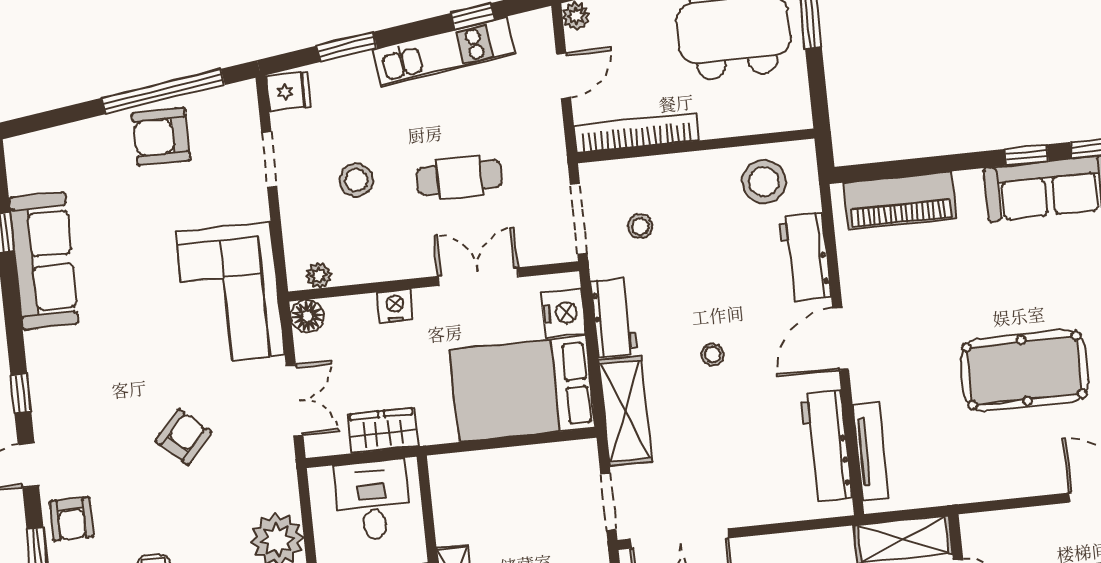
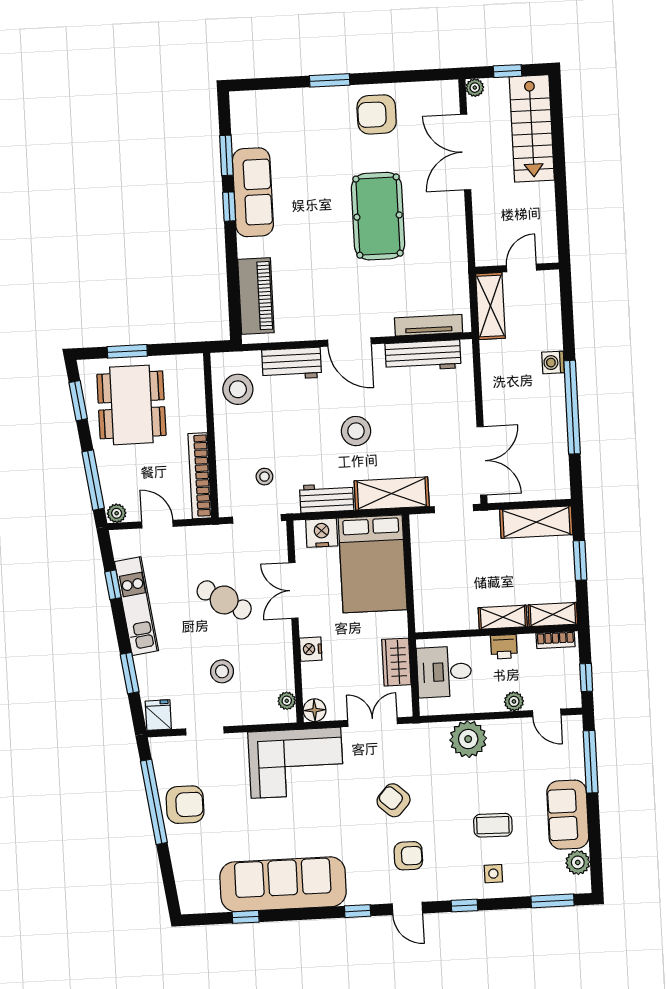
armchair: (161, 137) -> (185, 805), turned -90
cafe table: (459, 178) -> (224, 600), turned -59
sofa: (44, 261) -> (283, 884), width x1.36, depth x1.27
stool: (713, 355) -> (356, 431), width x1.89, depth x1.89
armchair: (71, 519) -> (408, 856), moved

